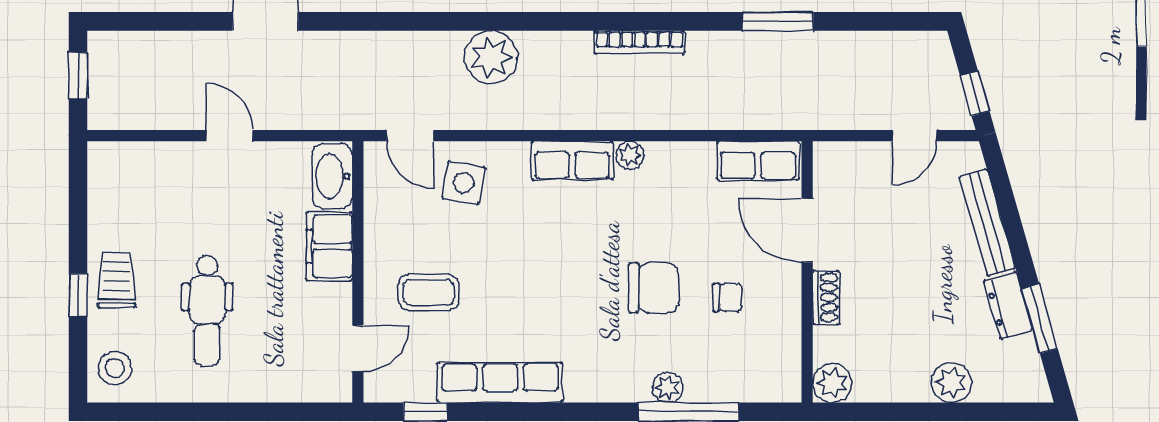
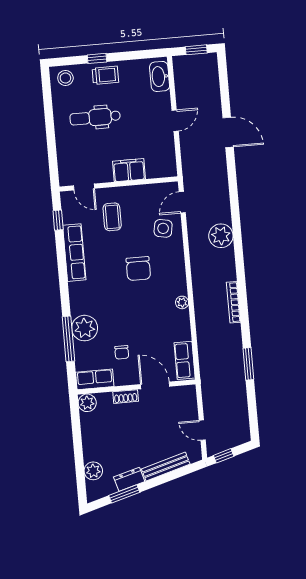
row of seats: (572, 161) -> (95, 379), moved, turned 90
washbasin: (332, 176) -> (160, 76), moved, turned -90
door: (807, 230) -> (155, 385), hinge flipped
chair: (654, 288) -> (138, 269), moved
plant: (951, 383) -> (93, 471), moved
plant: (668, 387) -> (85, 328), width x1.88, depth x1.88

